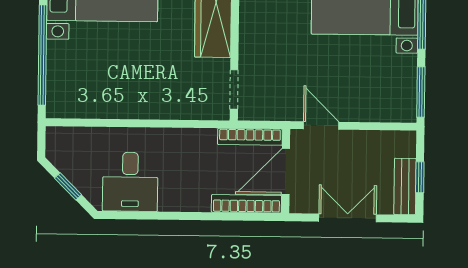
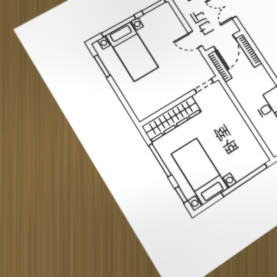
door: (321, 126) -> (195, 40), hinge flipped
door: (286, 172) -> (224, 43), hinge flipped

